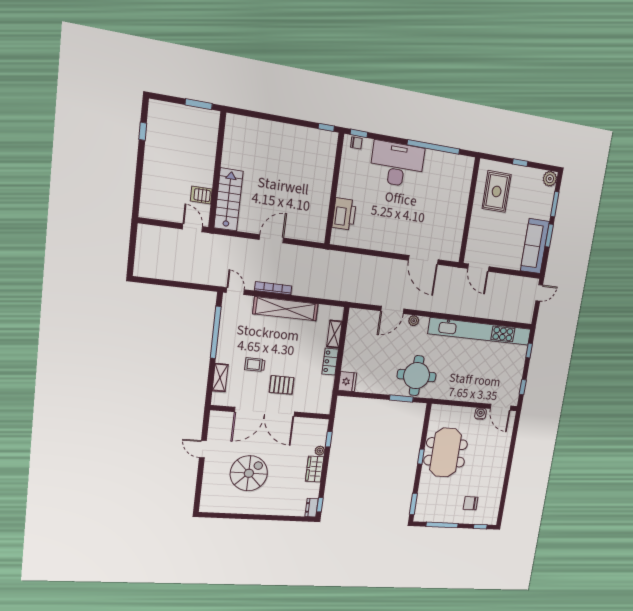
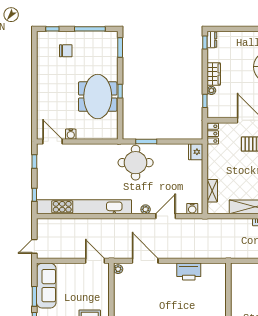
printer: (344, 214) -> (189, 272), moved, turned -90
plant: (455, 254) -> (118, 269), added
water cooler: (361, 315) -> (192, 209), added
locker: (330, 362) -> (213, 134), moved

